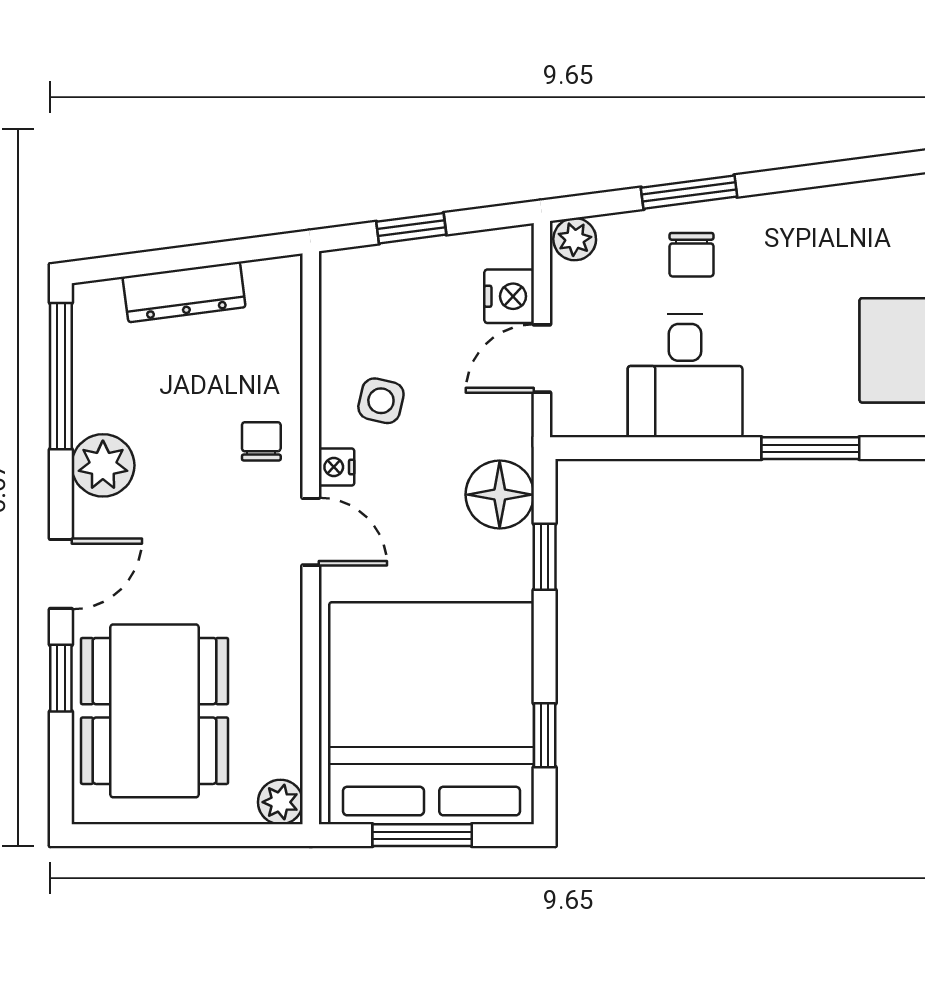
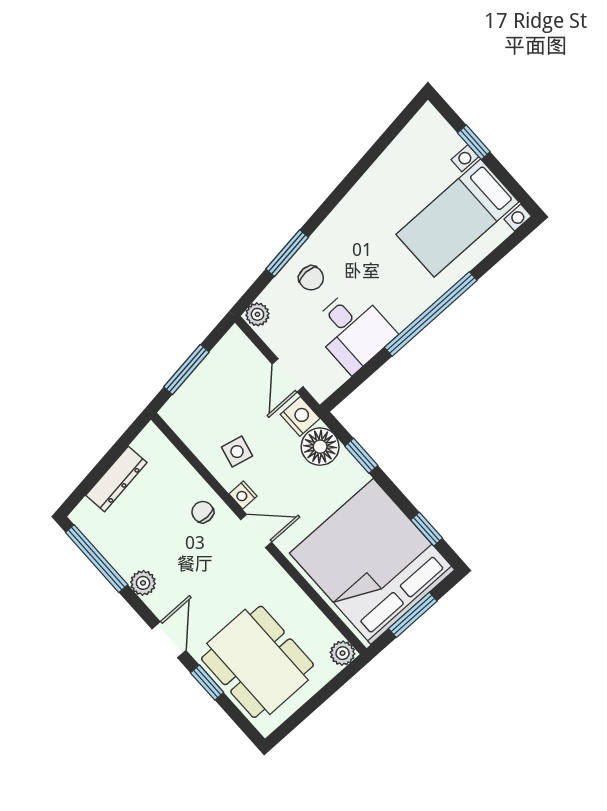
window: (411, 228) -> (186, 370), width x1.50
nightstand: (509, 296) -> (300, 416), moved
window: (810, 448) -> (431, 314), width x2.11
plant: (103, 465) -> (143, 583), width x0.73, depth x0.73

